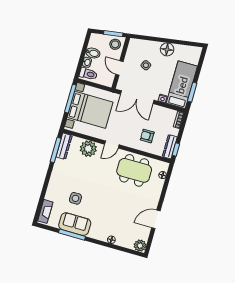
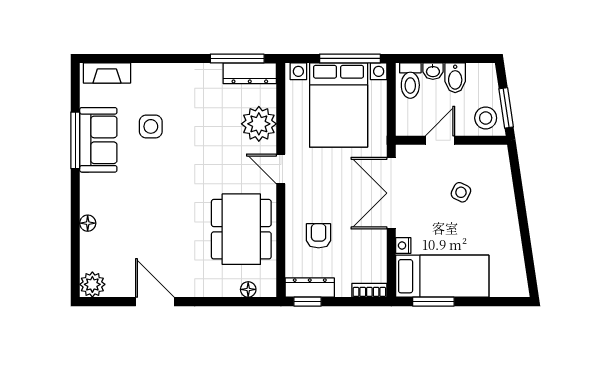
floor lamp: (167, 49) -> (505, 226), removed

